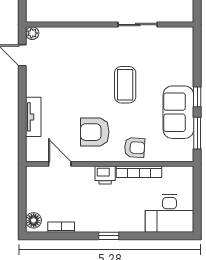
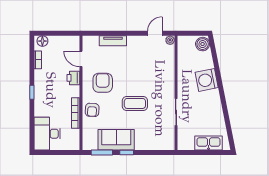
door: (60, 164) -> (81, 59), swing flipped
printer: (105, 175) -> (73, 78), moved

